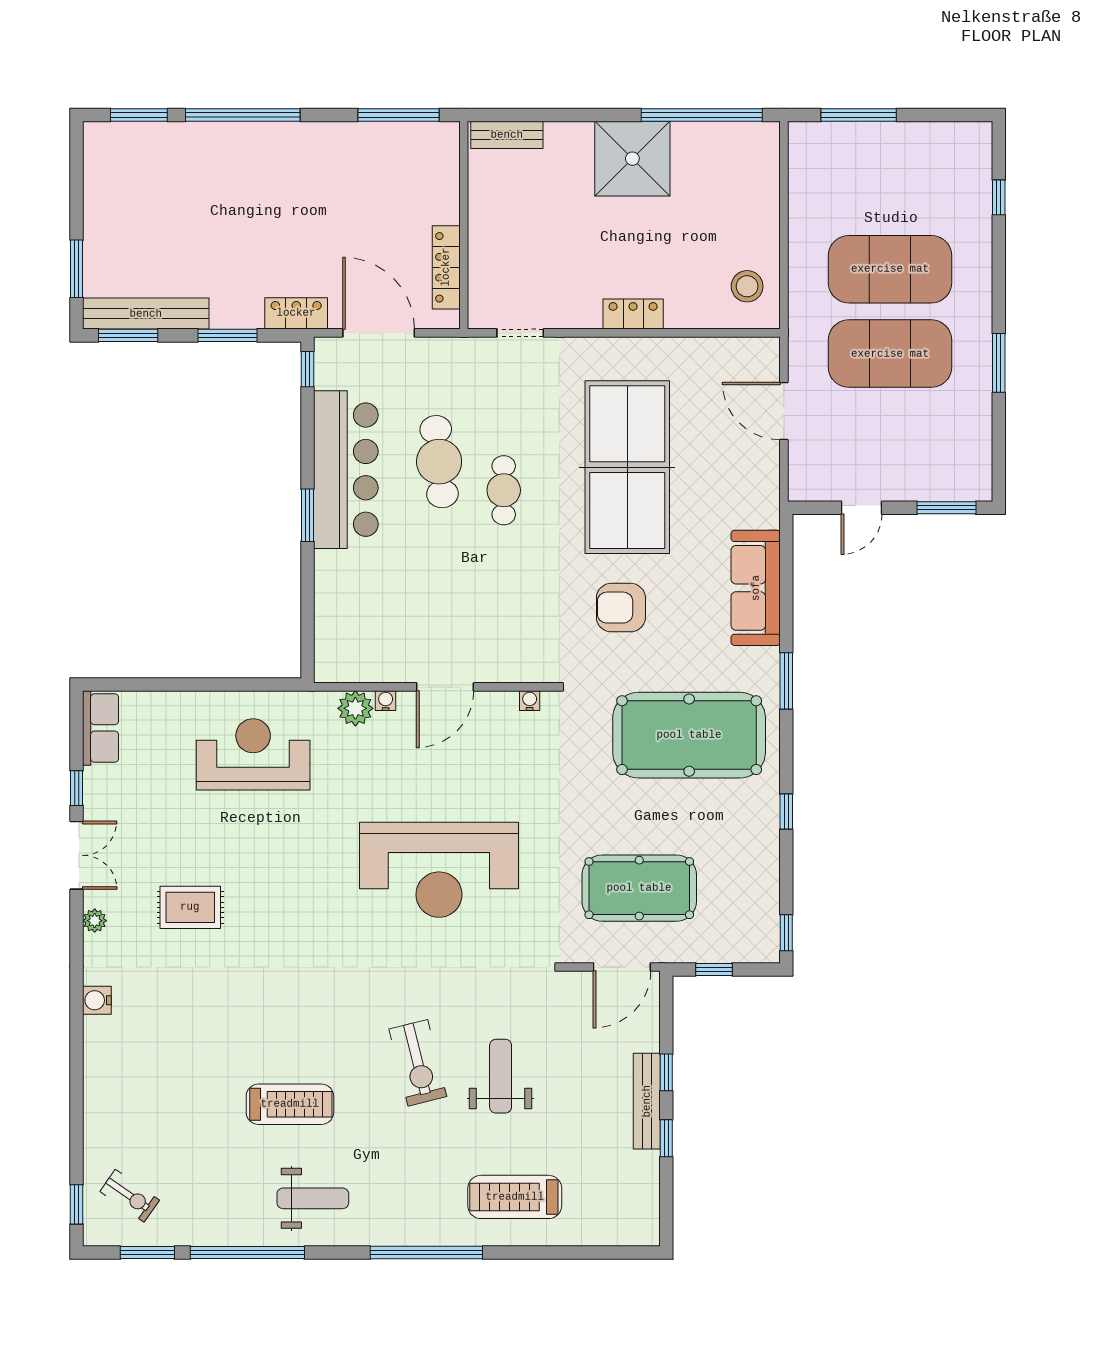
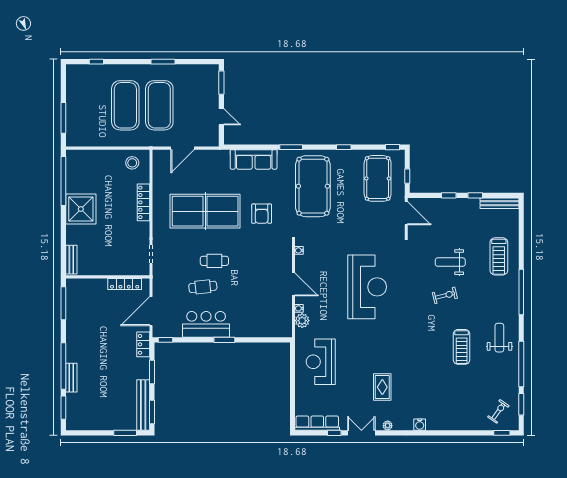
bench: (214, 135) -> (71, 378), added
locker: (633, 314) -> (143, 202), width x1.53
cafe table: (439, 462) -> (203, 287), width x0.73, depth x0.74
bar counter: (346, 470) -> (206, 324), width x0.73
row of seats: (101, 728) -> (317, 423), width x1.48
pool table: (639, 888) -> (378, 178), moved
exercise bike: (418, 1063) -> (445, 295), width x0.73, depth x0.72
bench: (647, 1101) -> (499, 203), moved
treadmill: (290, 1104) -> (462, 347), turned 180

